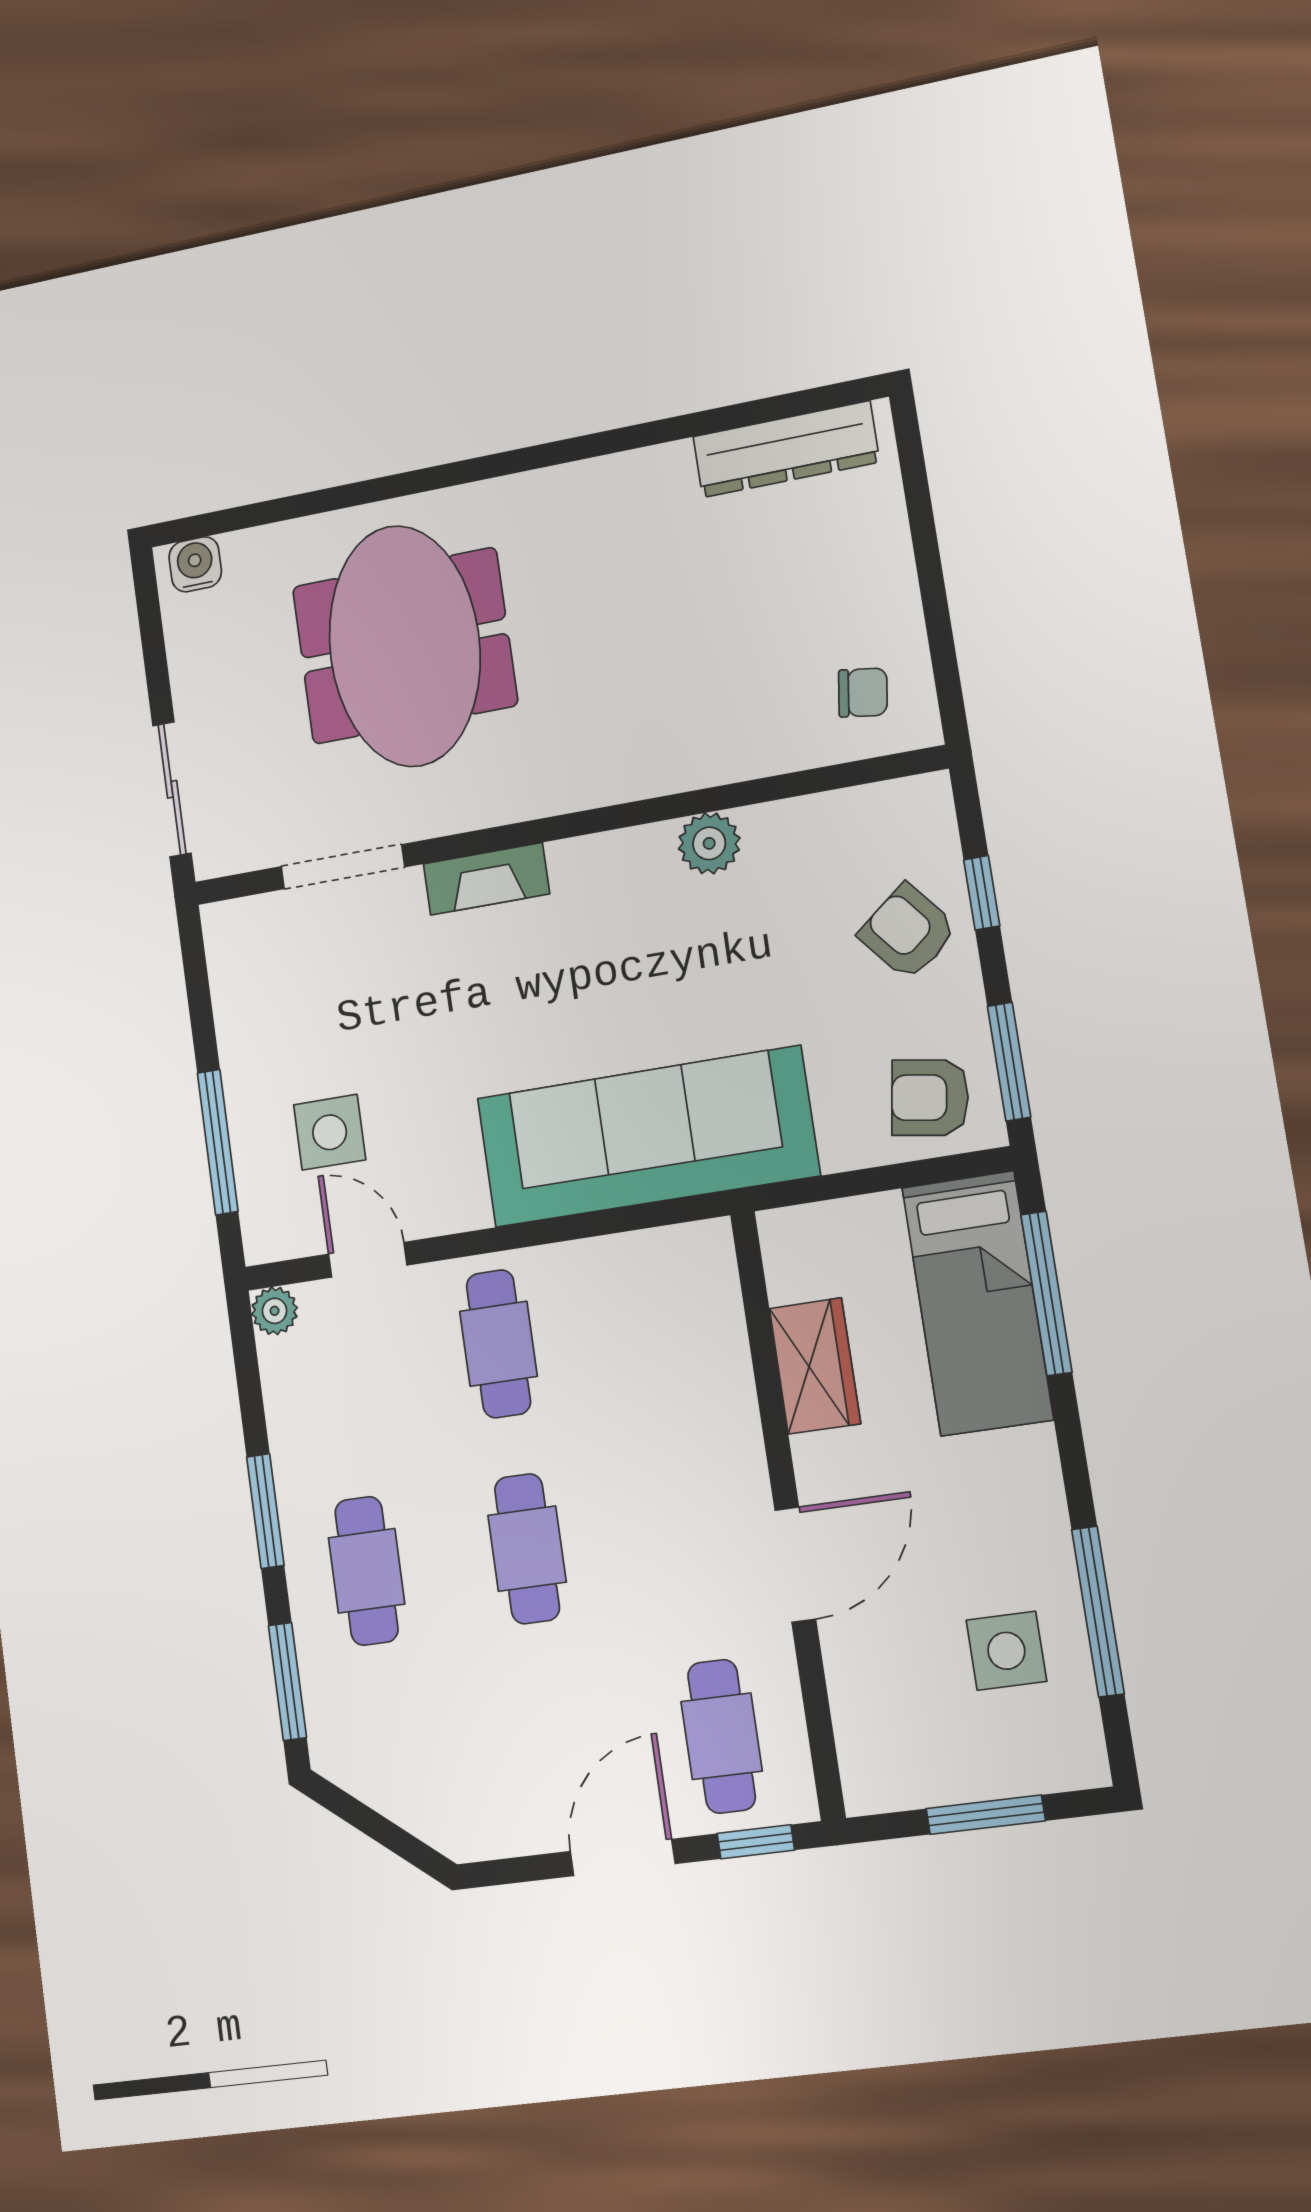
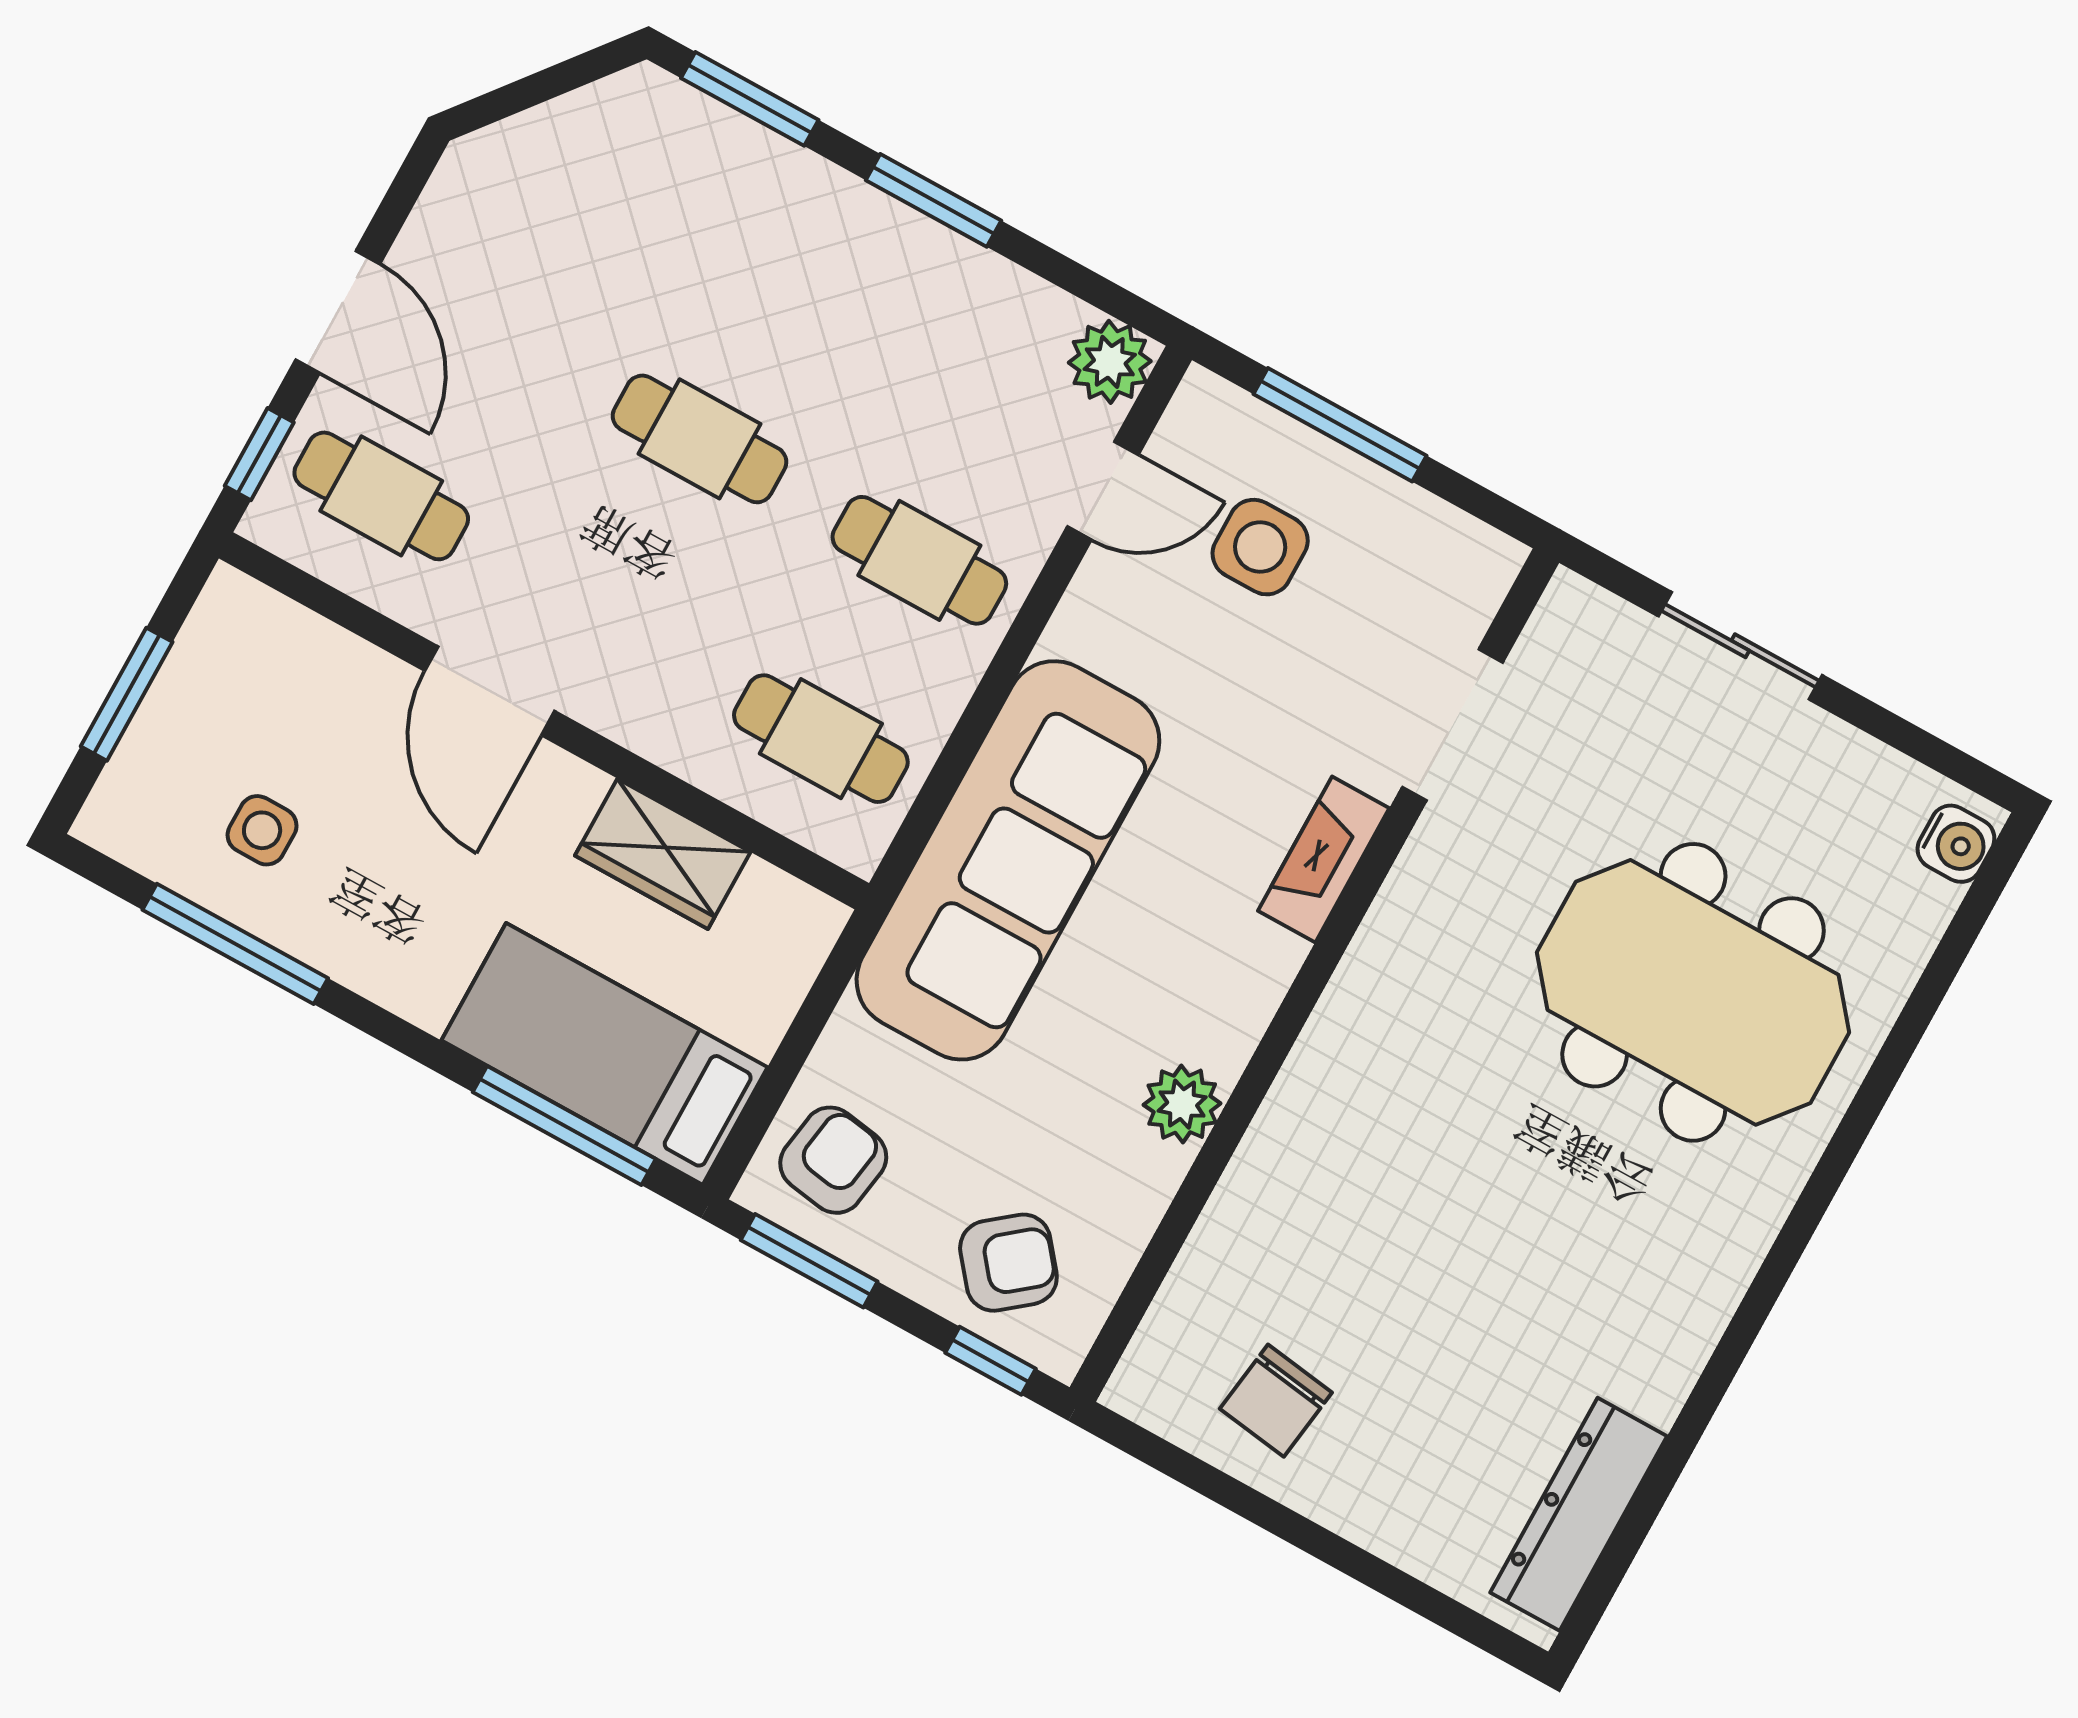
chair: (863, 692) -> (1276, 1401), width x1.37, depth x1.37
wall: (563, 826) -> (1314, 975), moved
plant: (709, 843) -> (1182, 1104), moved
doorway: (343, 867) -> (1453, 725), moved
fireplace: (486, 879) -> (1324, 860), moved
plant: (275, 1311) -> (1110, 362), width x1.38, depth x1.38
cafe table: (367, 1571) -> (821, 739), moved
side table: (1006, 1651) -> (262, 830), width x0.73, depth x0.73

